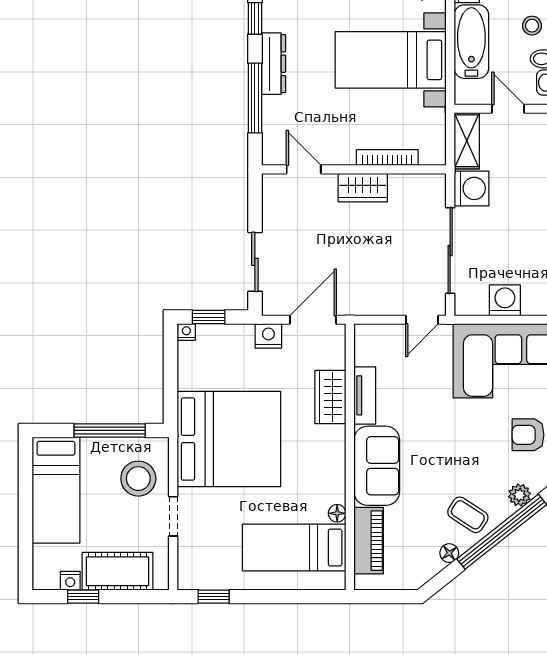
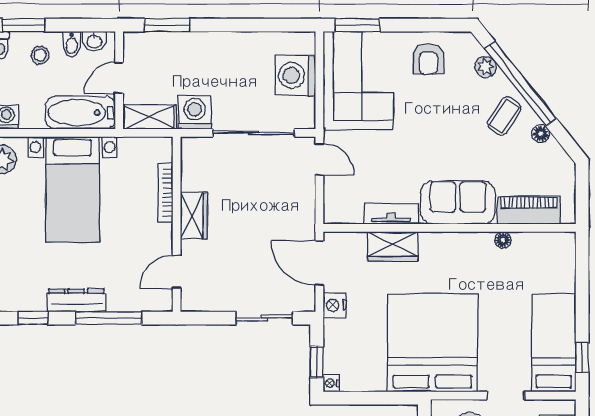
bathtub: (471, 42) -> (80, 113), moved
washing machine: (505, 300) -> (295, 75), width x1.37, depth x1.37
bed: (294, 547) -> (554, 343), moved, turned 180

